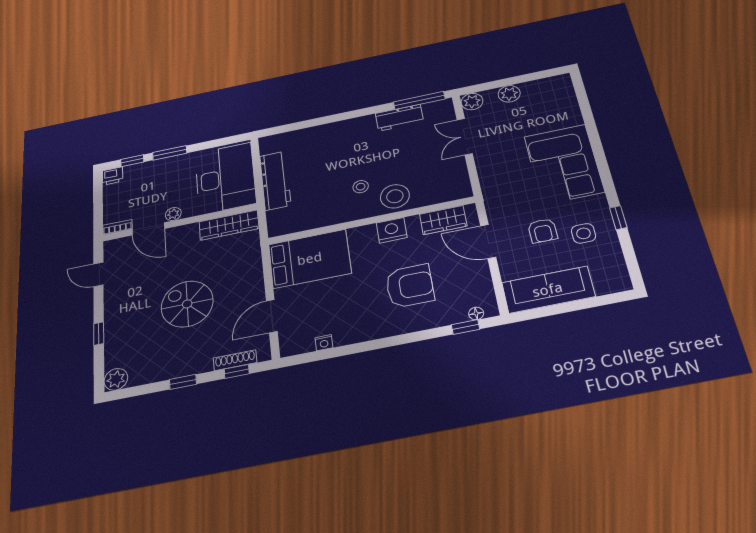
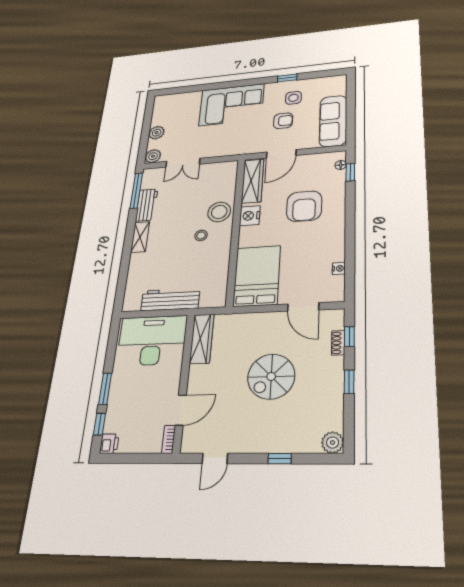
shelving: (355, 125) -> (140, 237), added
plant: (173, 214) -> (173, 387), removed
wardrobe: (443, 220) -> (253, 181), width x1.50
armchair: (410, 286) -> (304, 206), turned 180
shoe rack: (235, 360) -> (338, 343), width x0.70

